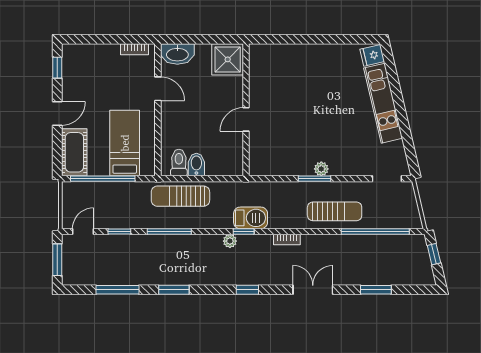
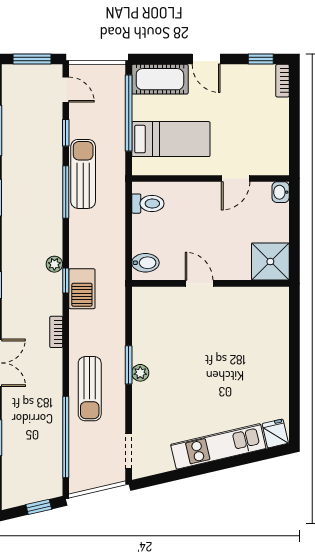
bookcase: (135, 49) -> (282, 81), moved
washbasin: (177, 54) -> (281, 192), width x0.52, depth x0.69
bidet: (196, 165) -> (145, 263), moved
sun lounger: (180, 196) -> (83, 174), moved

